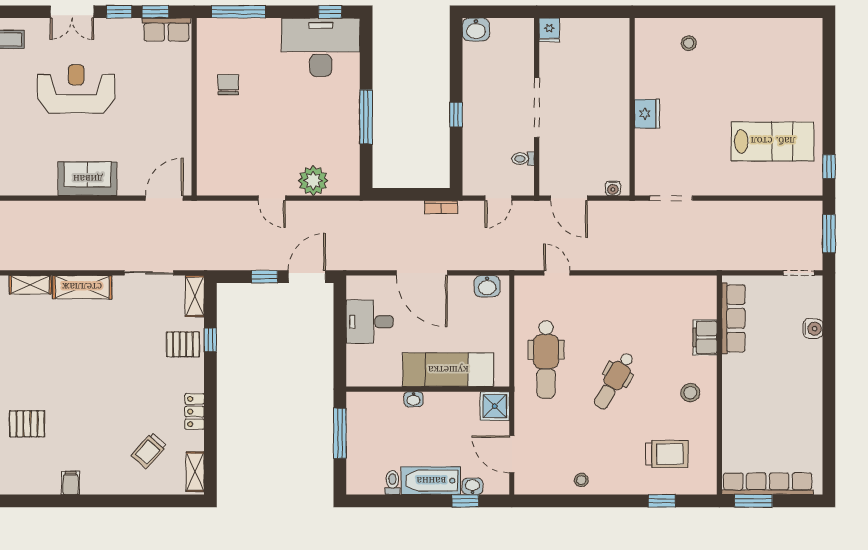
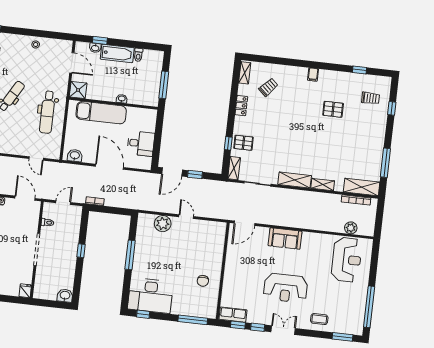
dental chair: (546, 359) -> (47, 112), turned 180

